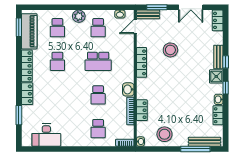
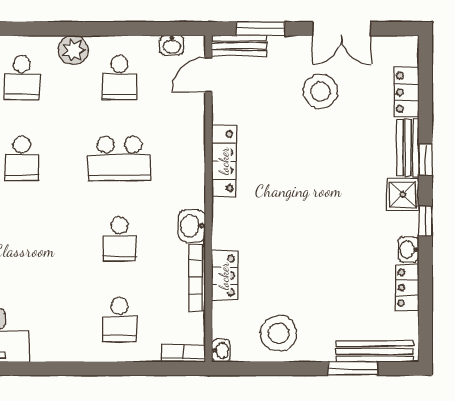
locker: (218, 20) -> (406, 92), moved
stool: (170, 50) -> (320, 92), moved
window: (195, 149) -> (353, 369), width x0.69

